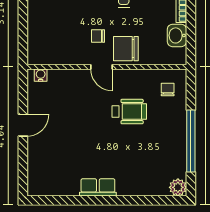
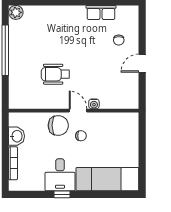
water cooler: (41, 75) -> (94, 104), moved
chair: (168, 90) -> (119, 40), moved
row of seats: (98, 187) -> (101, 12), moved

